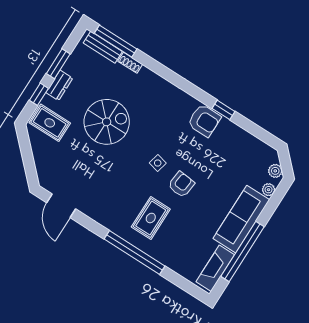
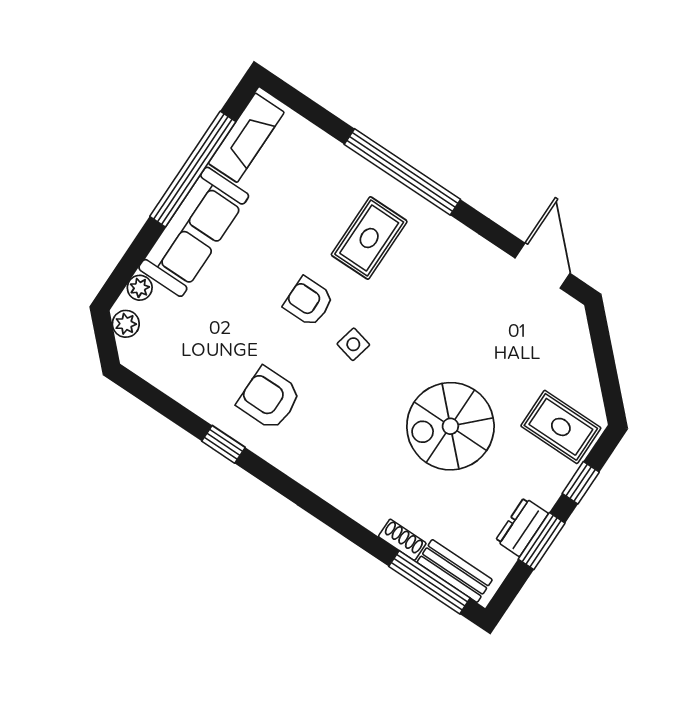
dresser: (59, 85) -> (522, 527), moved
armchair: (204, 121) -> (269, 398), moved
armchair: (181, 185) -> (309, 302), turned 84

